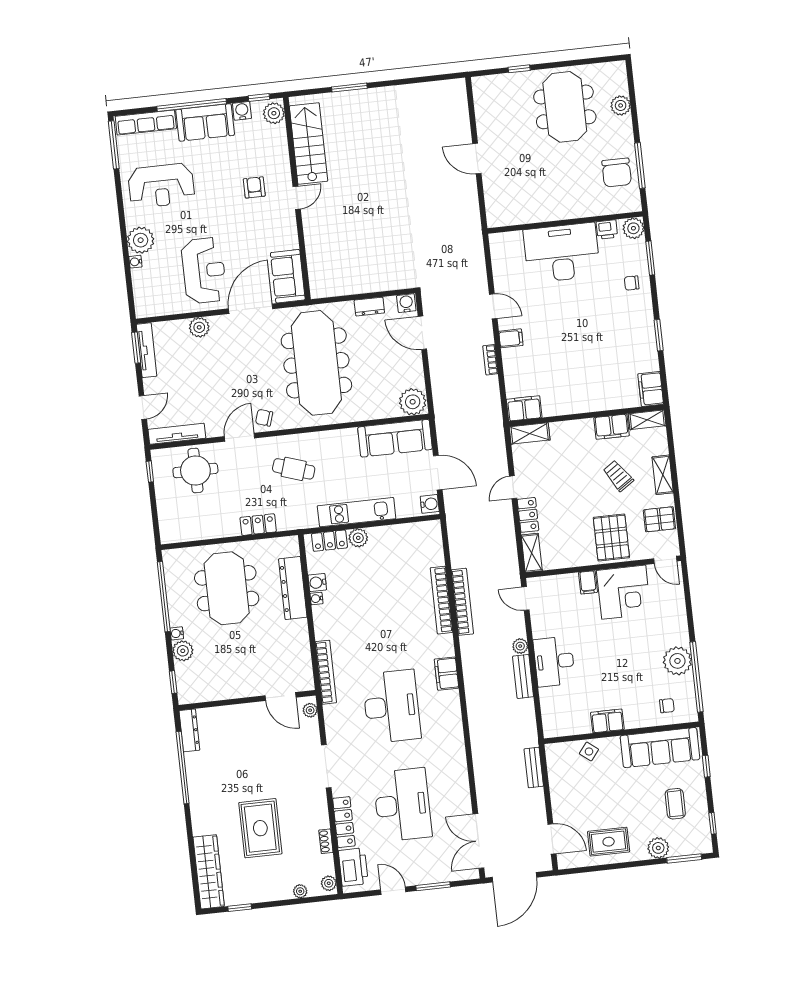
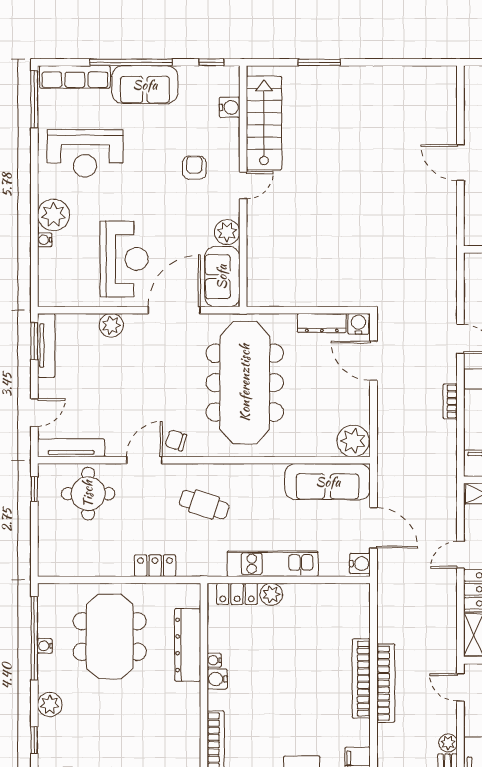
water cooler: (242, 111) -> (230, 107), moved, turned 90
plant: (274, 113) -> (227, 232), moved
dresser: (369, 307) -> (322, 323), width x1.44
water cooler: (317, 583) -> (217, 679), moved
water cooler: (177, 633) -> (45, 646), moved

